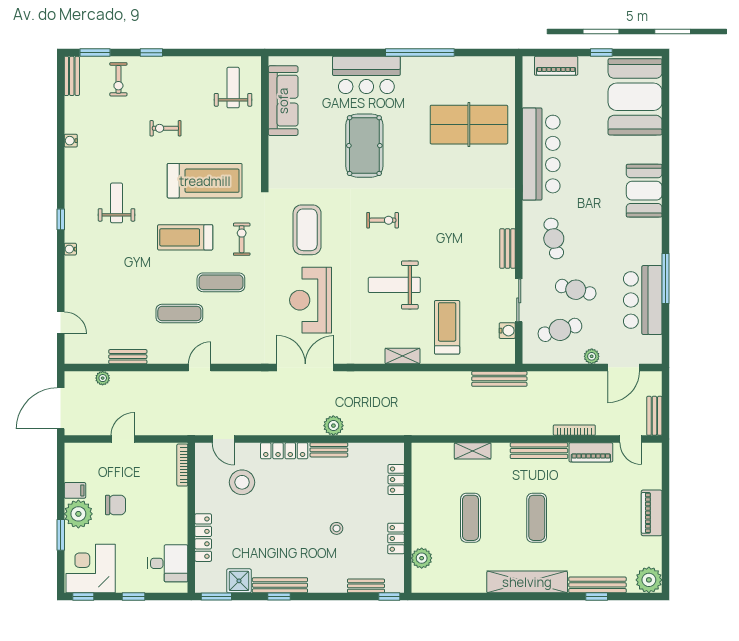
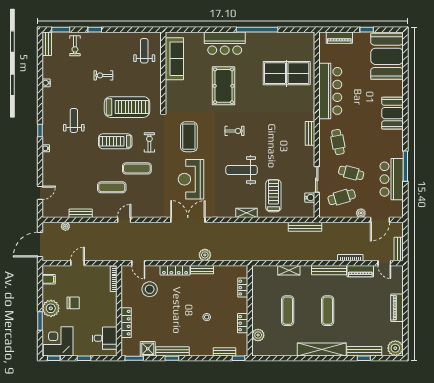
bench: (508, 249) -> (310, 133), moved
door: (61, 323) -> (40, 193), hinge flipped
filing cabinet: (75, 490) -> (49, 279), moved

